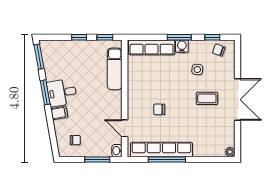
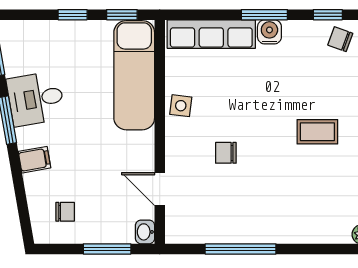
exam couch: (115, 69) -> (134, 75), width x1.36, depth x1.45
side table: (197, 70) -> (181, 106), moved
desk: (62, 93) -> (36, 99), moved
row of seats: (161, 150) -> (230, 230), removed

